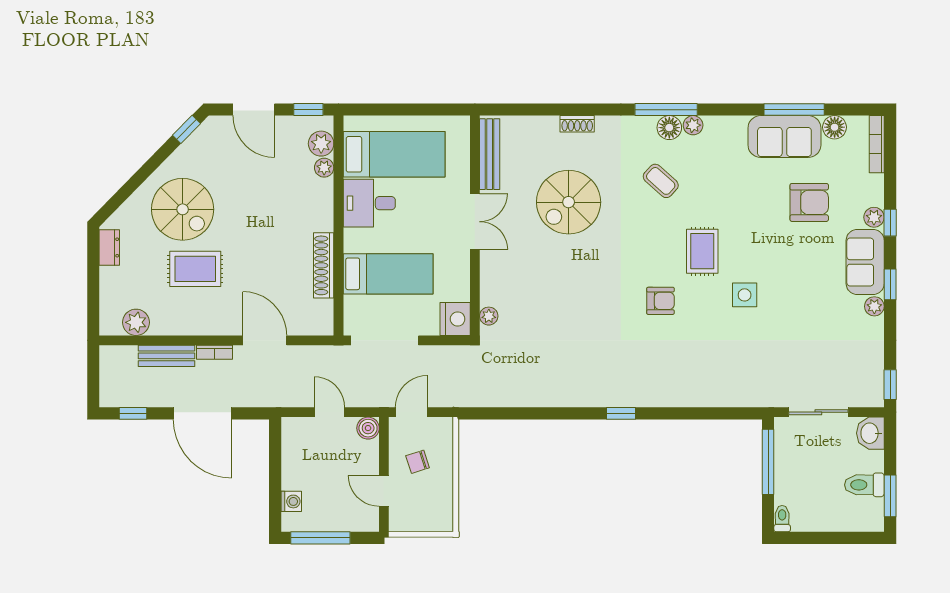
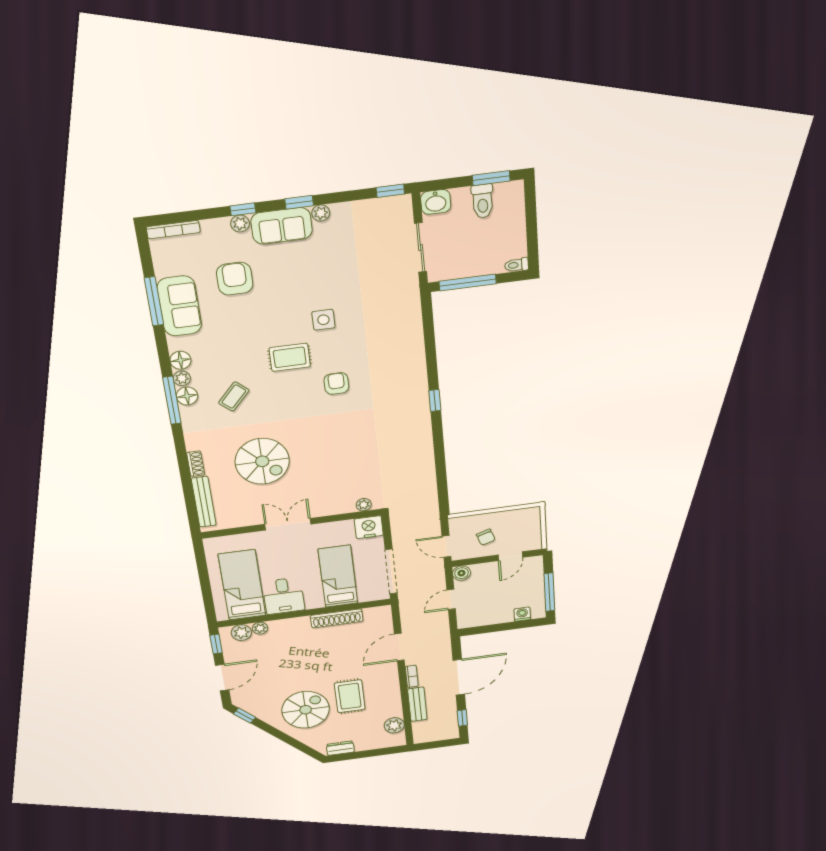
floor lamp: (835, 127) -> (180, 360), moved
bench: (490, 154) -> (204, 502), moved, turned 90

